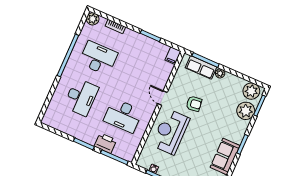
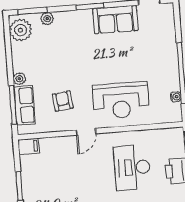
armchair: (194, 104) -> (63, 101), moved
plant: (246, 111) -> (47, 19), width x0.53, depth x0.53
desk: (123, 116) -> (132, 167), turned 180

